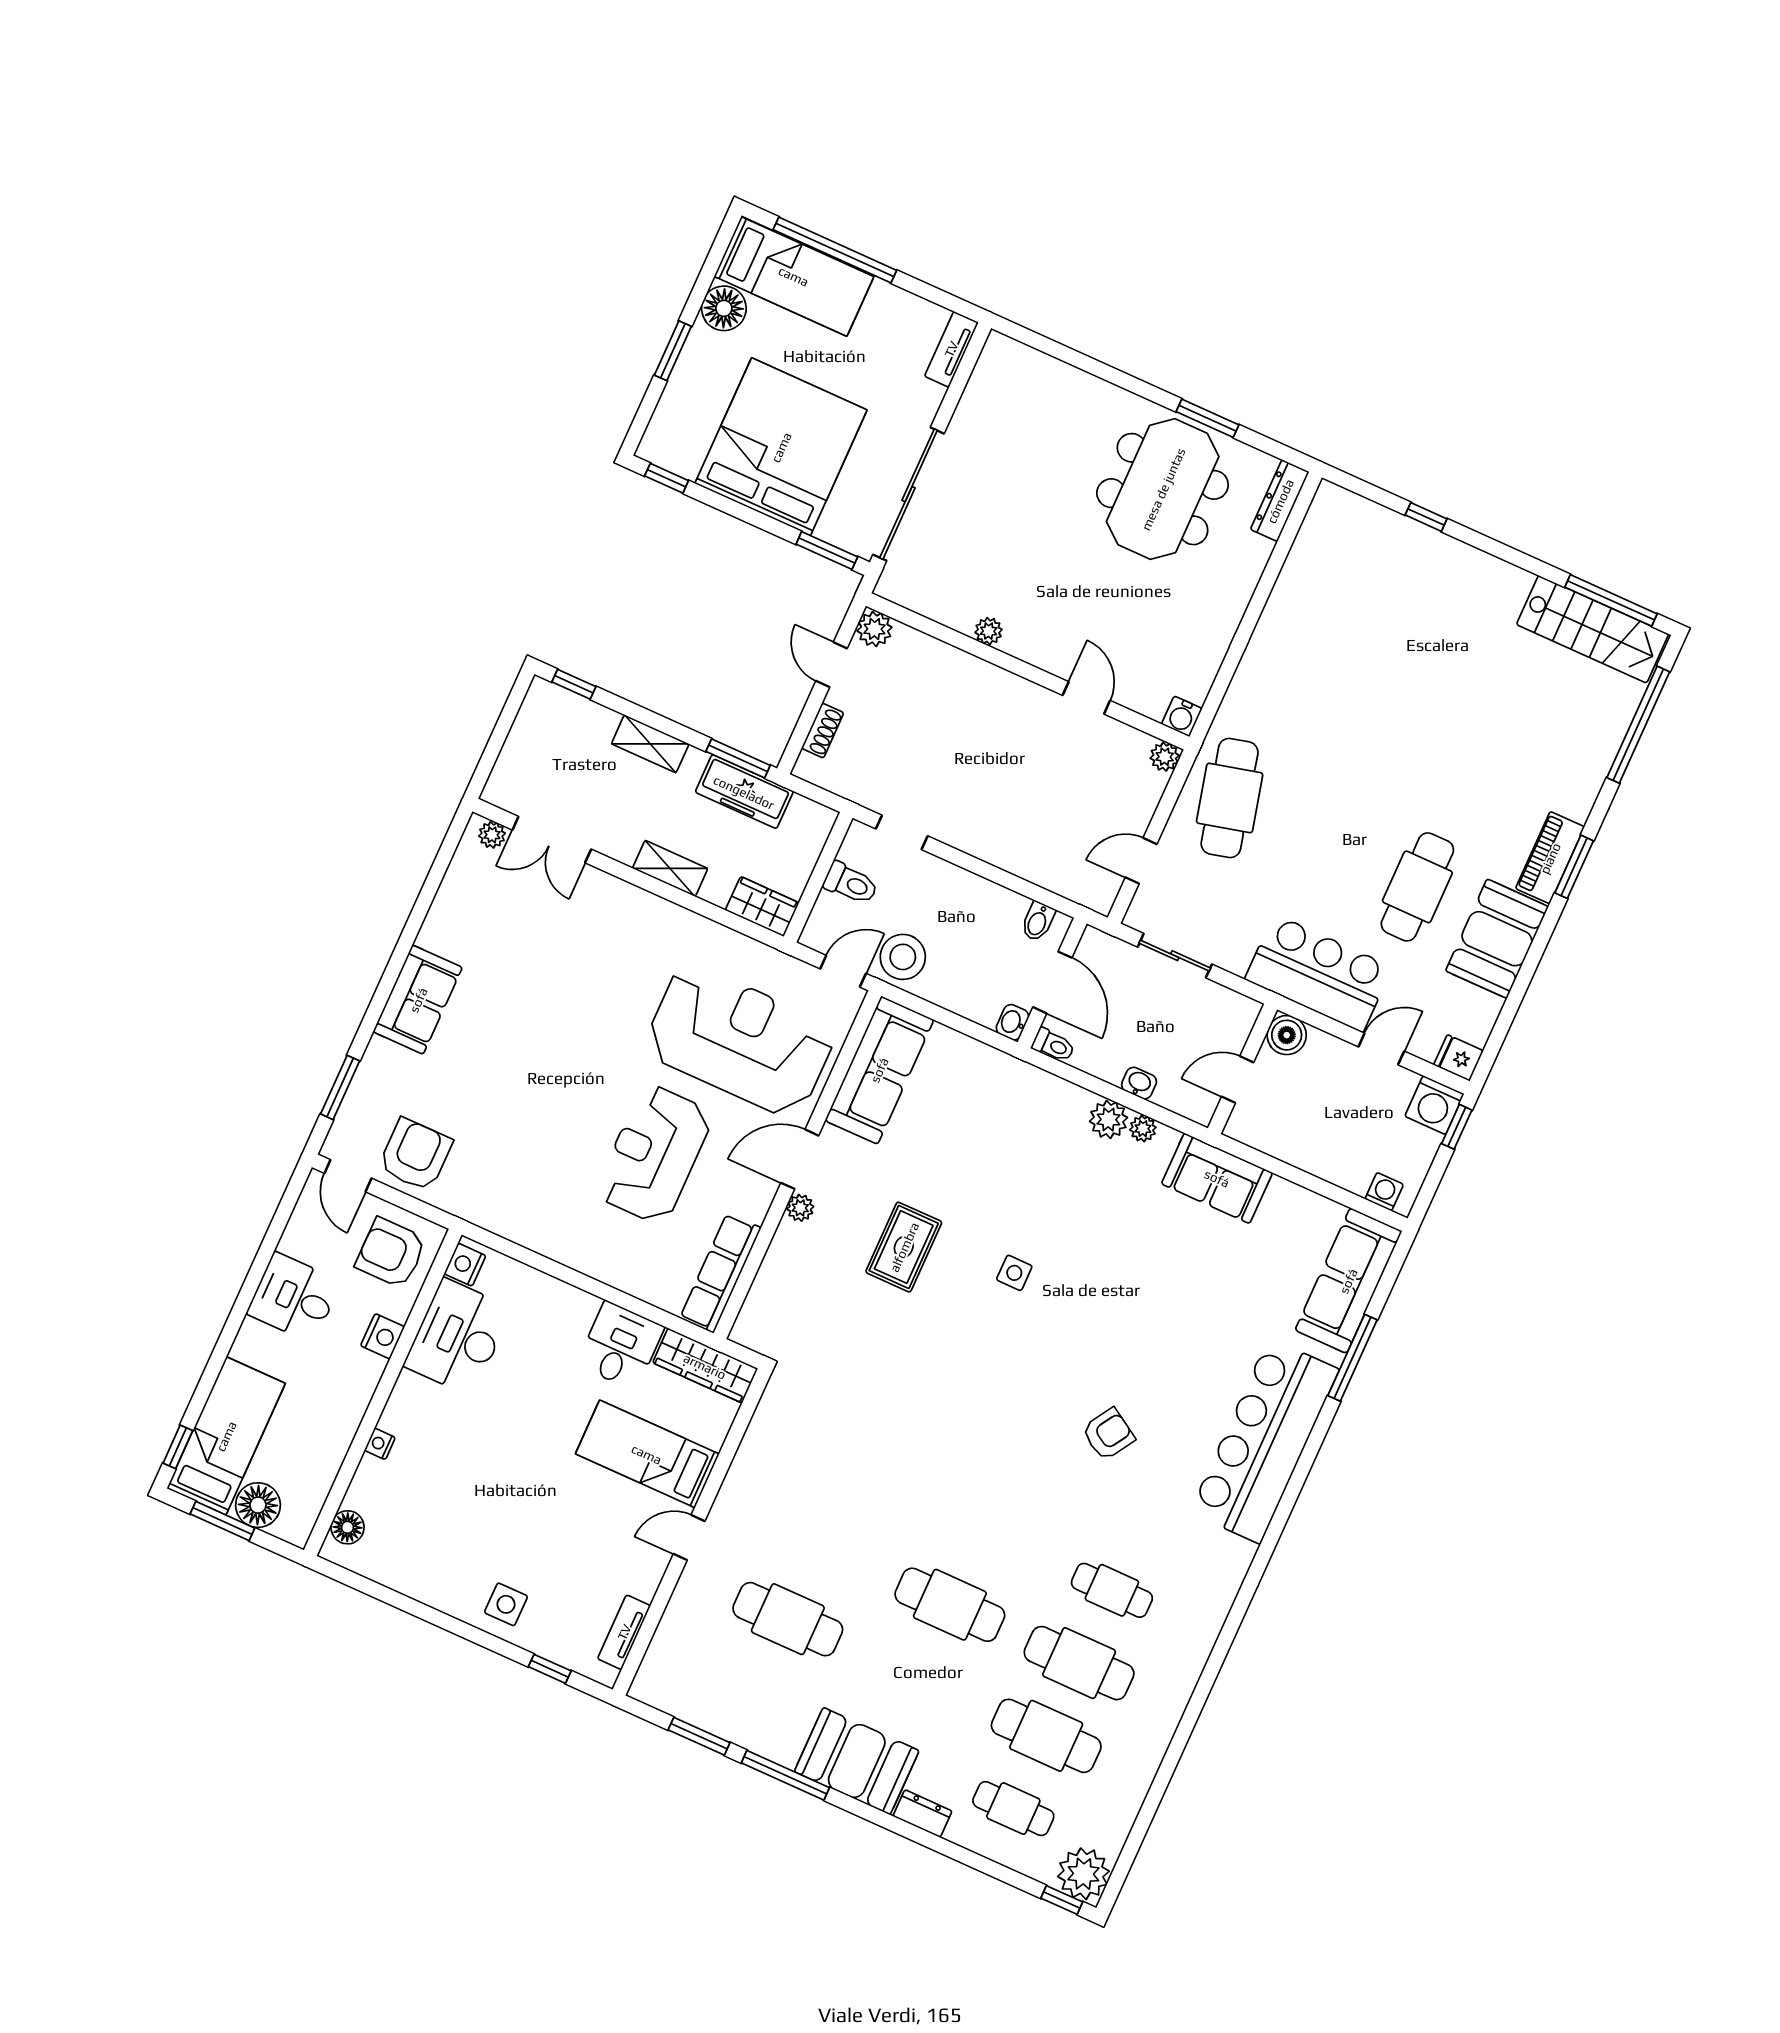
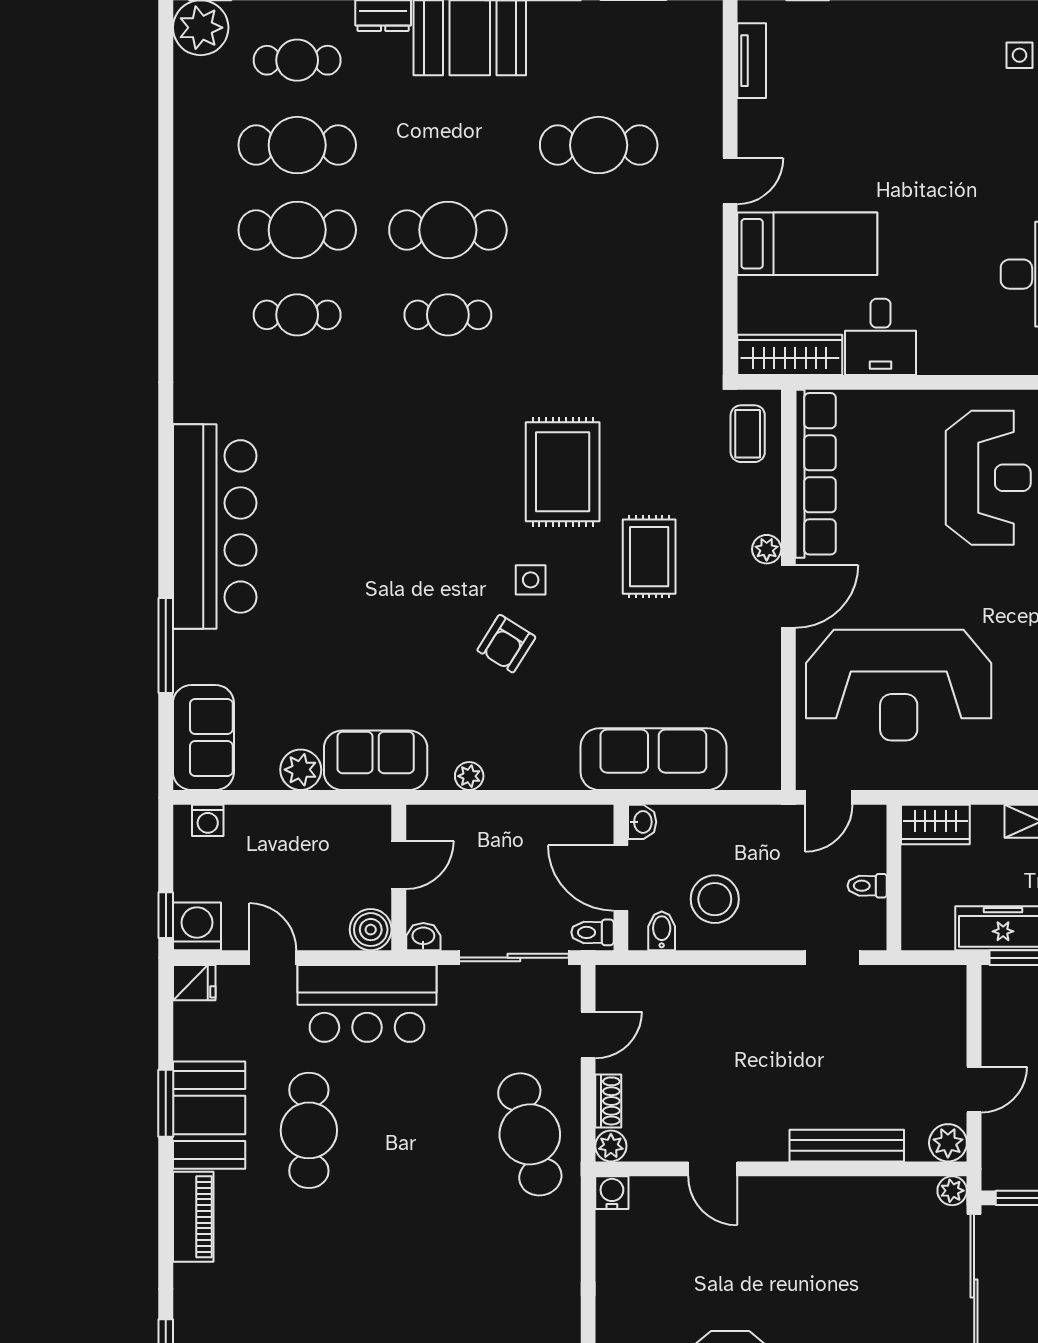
plant: (989, 631) -> (952, 1191), moved
door: (832, 665) -> (974, 1089), hinge flipped
bench: (962, 666) -> (847, 1146), added
shoe rack: (823, 731) -> (608, 1101), moved, turned 180
window: (1574, 867) -> (166, 1103), moved
toilet: (851, 883) -> (867, 886), width x0.73, depth x0.72
sliding door: (1175, 956) -> (514, 958), width x1.37
stool: (903, 957) -> (715, 899), moved
toilet: (1053, 1045) -> (592, 932), moved
door: (1381, 1049) -> (273, 958), swing flipped
sofa: (879, 1070) -> (653, 759), moved, turned 90
washbasin: (1139, 1083) -> (423, 937), moved, turned 180
plant: (1108, 1119) -> (301, 770), moved
reception desk: (654, 1154) -> (988, 478), moved
row of seats: (720, 1273) -> (816, 474), width x1.36
sofa: (1348, 1281) -> (203, 738), width x0.73
coffee table: (772, 1314) -> (748, 434), added
rug: (945, 1353) -> (563, 472), added
armchair: (1108, 1434) -> (506, 644), moved
cafe table: (983, 1532) -> (448, 315), added
side table: (506, 1604) -> (1020, 55), moved, width x0.73, depth x0.73

